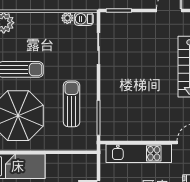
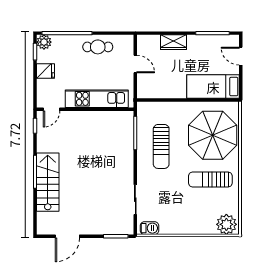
plant: (67, 18) -> (165, 229), removed

